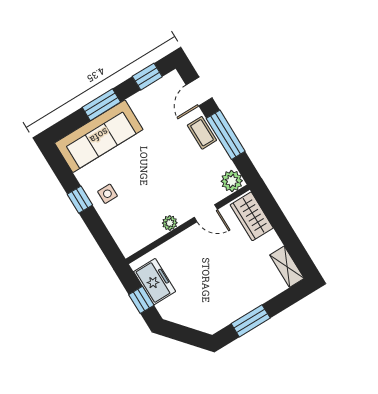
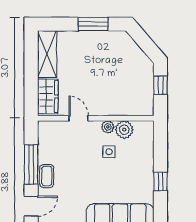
plant: (232, 181) -> (124, 130), moved
side table: (107, 194) -> (109, 152), moved
shelving: (287, 267) -> (47, 54), width x1.50, depth x1.33
freezer: (155, 282) -> (143, 93), removed

